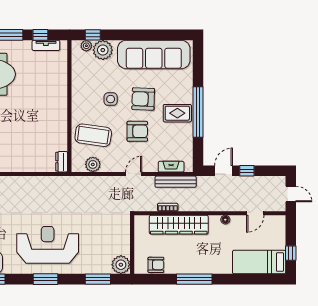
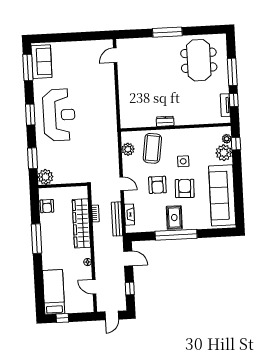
dresser: (62, 162) -> (165, 121), moved
window: (247, 171) -> (130, 289), moved

